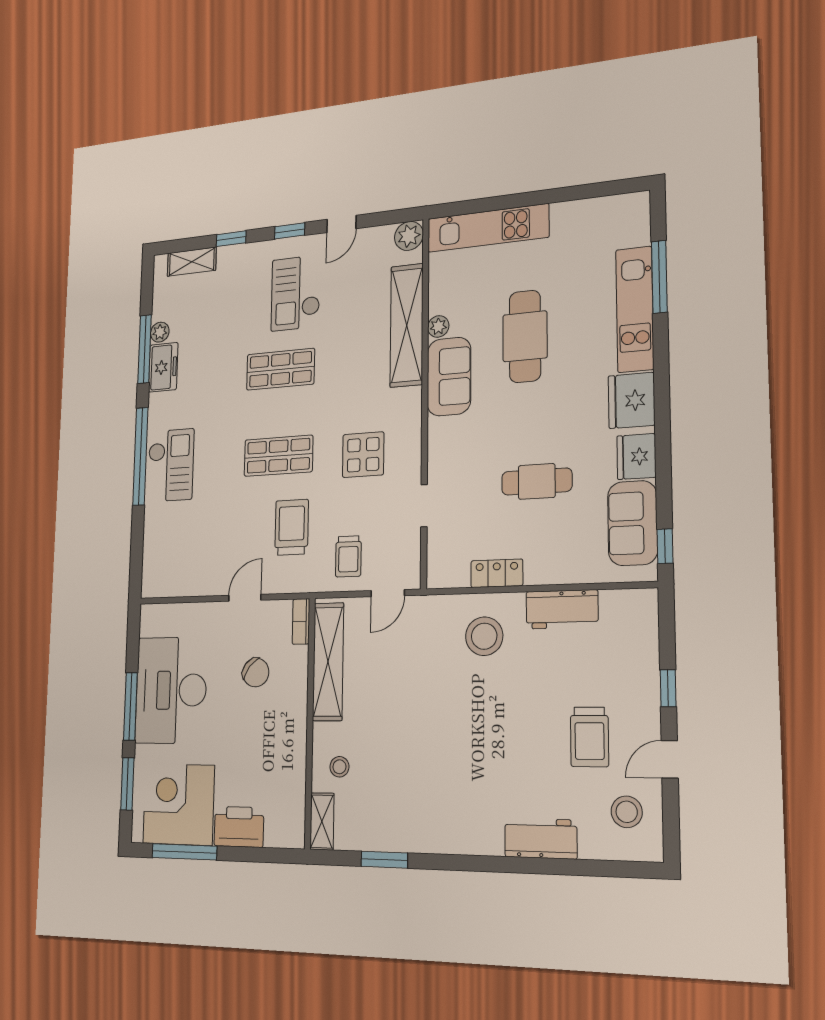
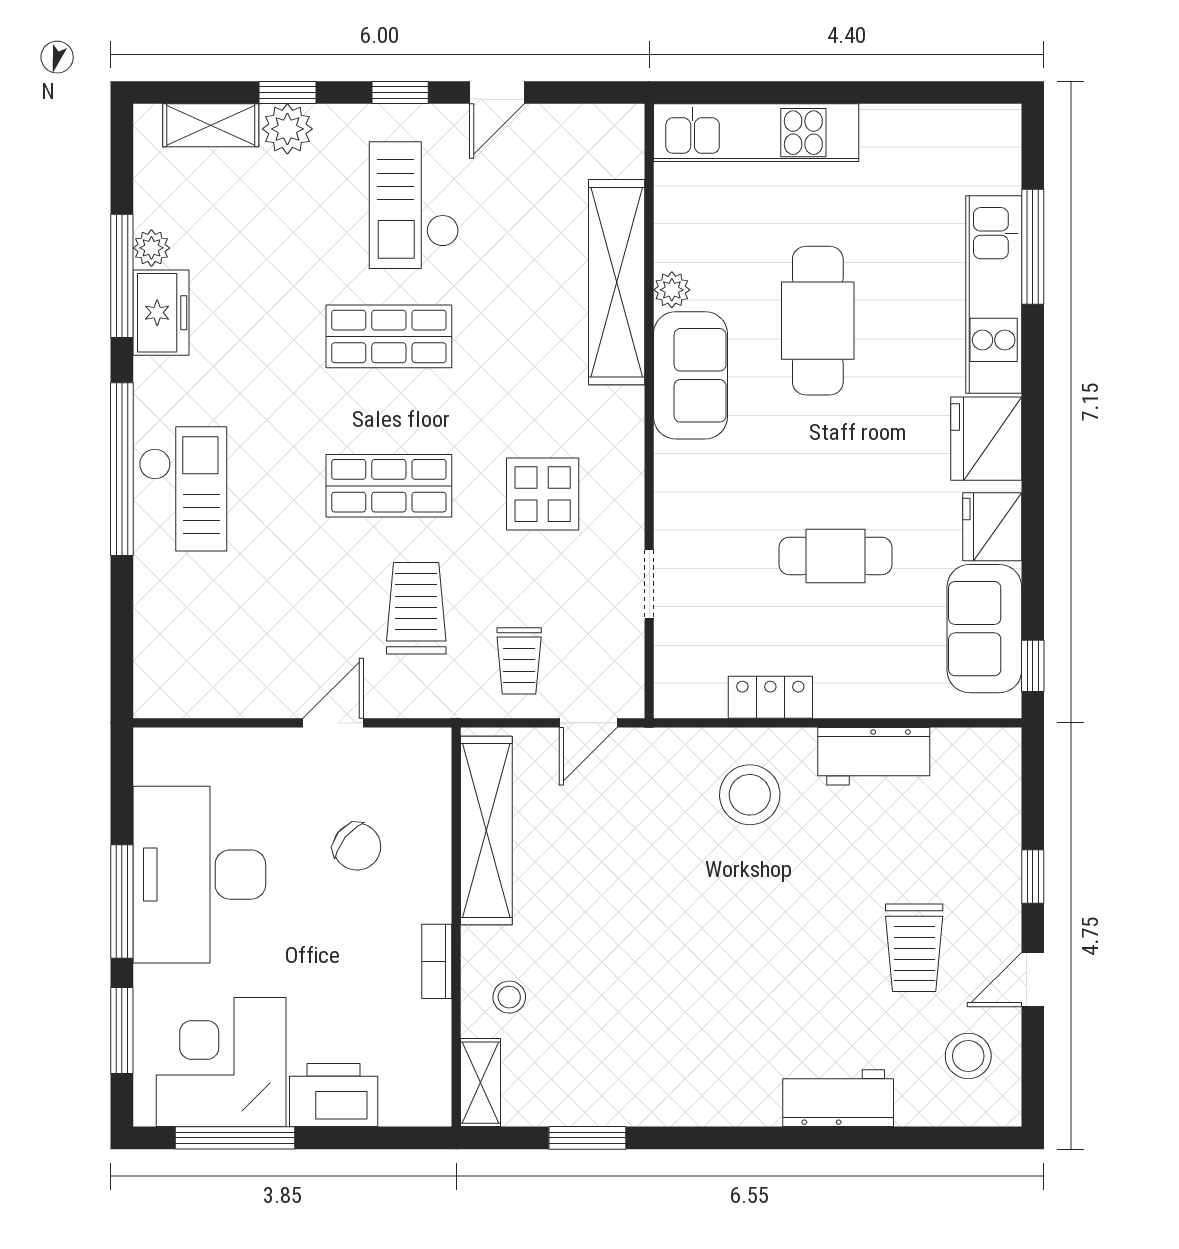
plant: (409, 236) -> (287, 129), moved
bookcase: (301, 621) -> (437, 961), moved

